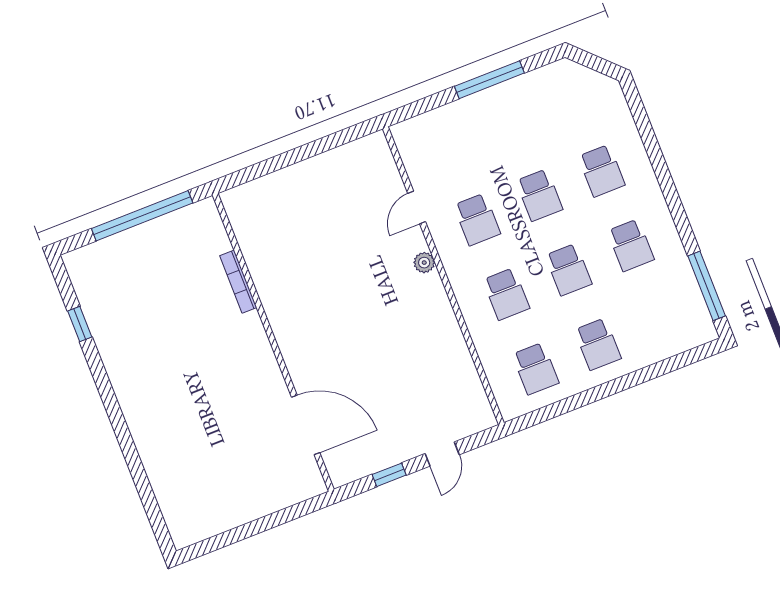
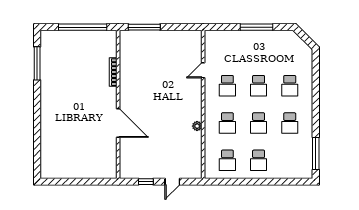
window: (265, 168) -> (144, 27), added
plant: (424, 263) -> (197, 126), moved
window: (80, 324) -> (37, 63), width x2.17
door: (306, 425) -> (118, 123), moved

